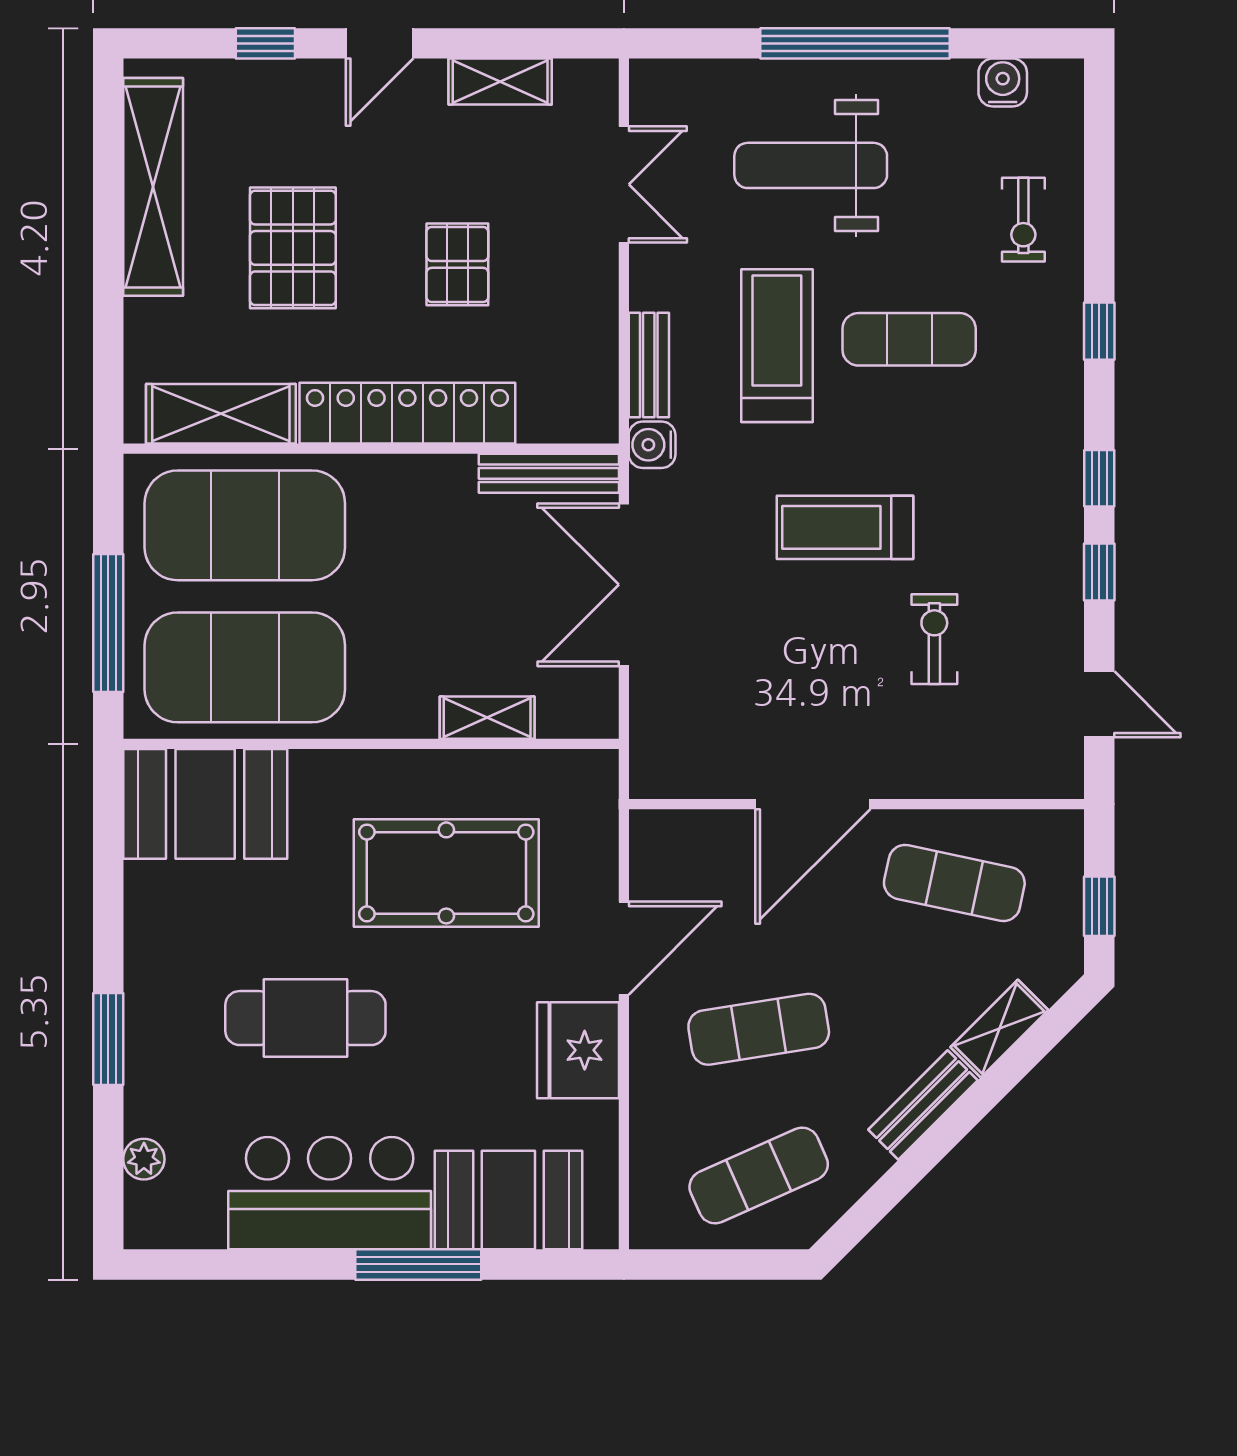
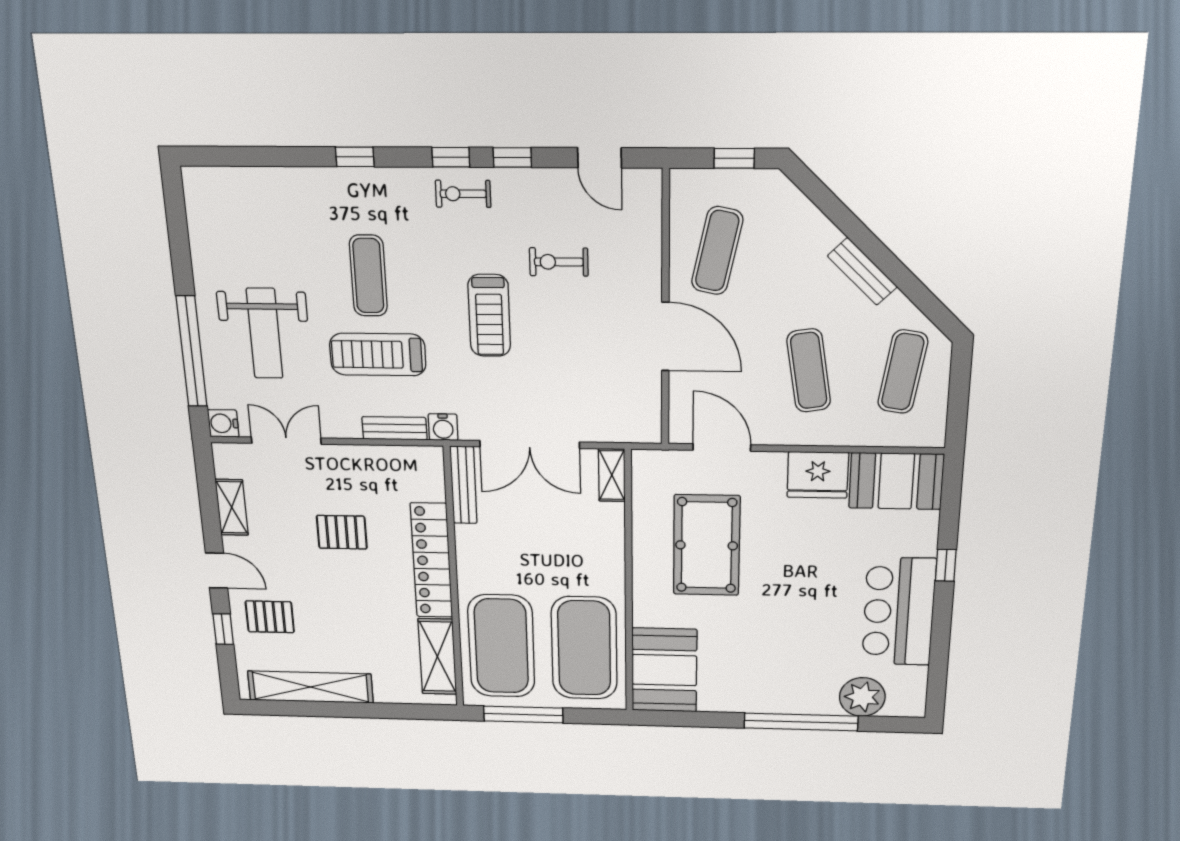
window: (855, 43) -> (192, 351), moved
water cooler: (1003, 82) -> (223, 423), moved
exercise bike: (1023, 220) -> (463, 194), moved, turned 180
pallet: (293, 248) -> (270, 617), moved, width x0.67, depth x0.71
window: (108, 623) -> (523, 714), moved
door: (1099, 704) -> (600, 158), swing flipped
shelving: (487, 718) -> (612, 475), moved
door: (624, 948) -> (722, 447), moved
cafe table: (305, 1018) -> (792, 622), removed
shelving: (999, 1029) -> (814, 223), removed
window: (108, 1039) -> (801, 722), width x2.11
plant: (144, 1159) -> (862, 697), width x1.87, depth x1.87
exercise mat: (759, 1176) -> (903, 372), turned 33
booth: (508, 1200) -> (896, 481), moved, turned 90
window: (418, 1264) -> (946, 565), width x0.46

